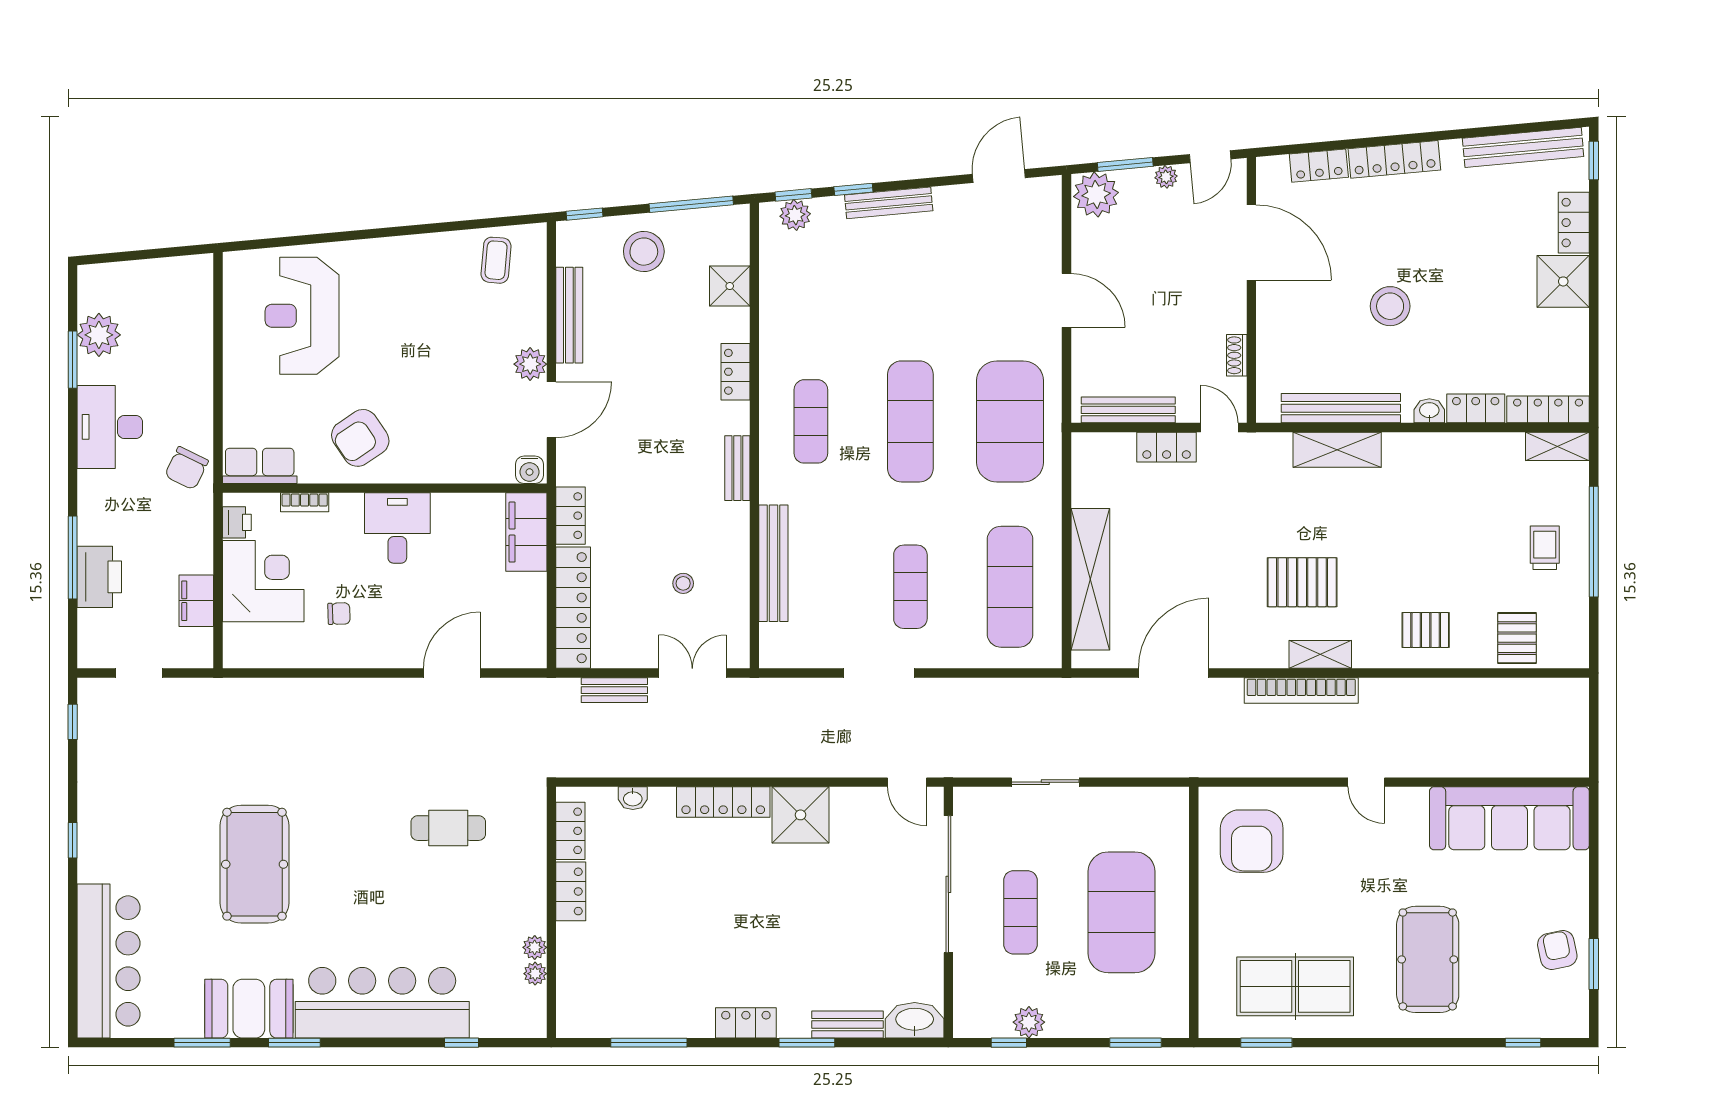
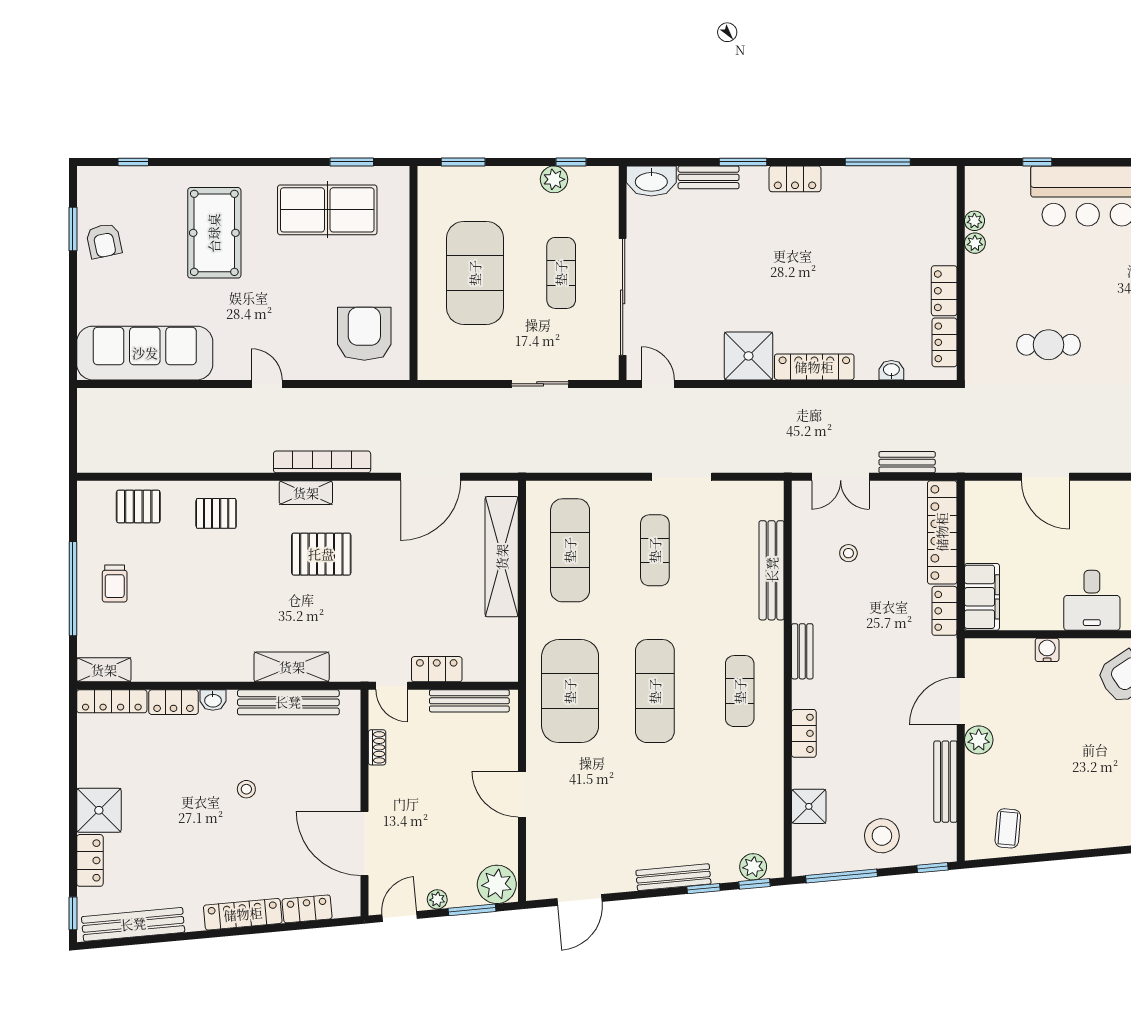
stool: (1390, 306) -> (246, 789), width x0.53, depth x0.53
water cooler: (529, 470) -> (1047, 650), moved
pallet: (1517, 638) -> (138, 506), turned 90
door: (452, 673) -> (1045, 477), hinge flipped

